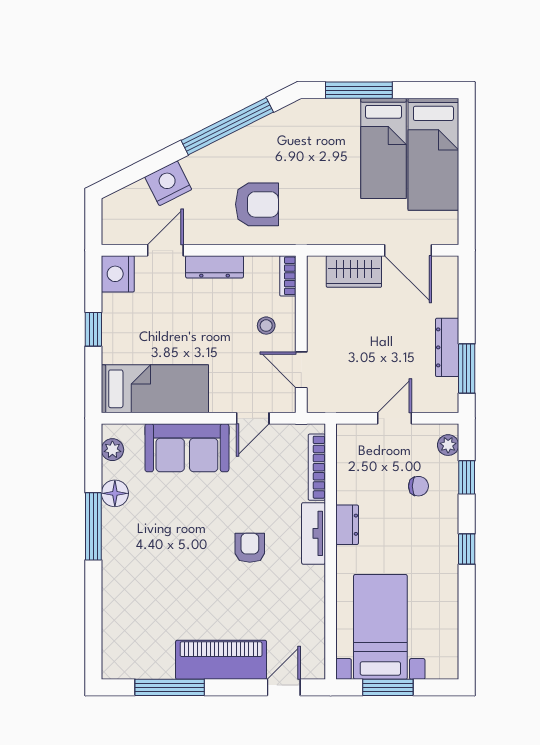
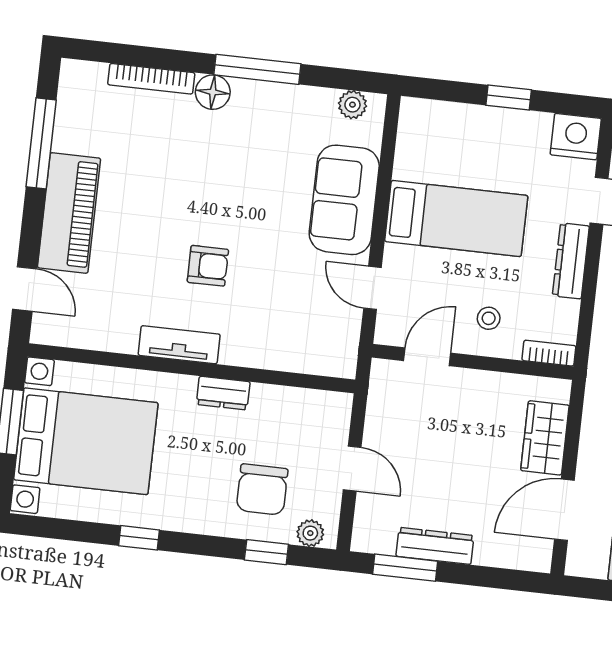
bed: (155, 389) -> (456, 218), moved, turned -90
bookcase: (317, 467) -> (151, 79), moved, turned 180
chair: (418, 486) -> (262, 489), width x1.87, depth x1.87
floor lamp: (115, 493) -> (213, 92), moved
tv unit: (314, 533) -> (179, 345), moved
window: (467, 549) -> (139, 538), moved
bed with nightstands: (380, 627) -> (86, 441), width x1.36

